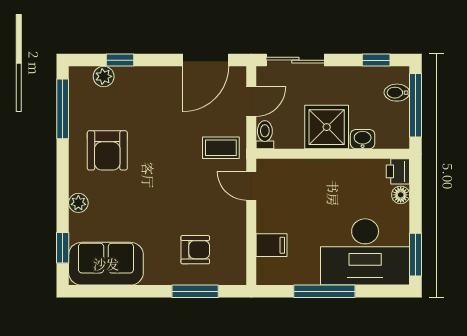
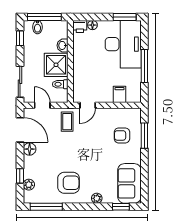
floor lamp: (170, 78) -> (30, 149), added
toilet: (265, 135) -> (60, 84), moved
armchair: (195, 250) -> (122, 135), turned -90

